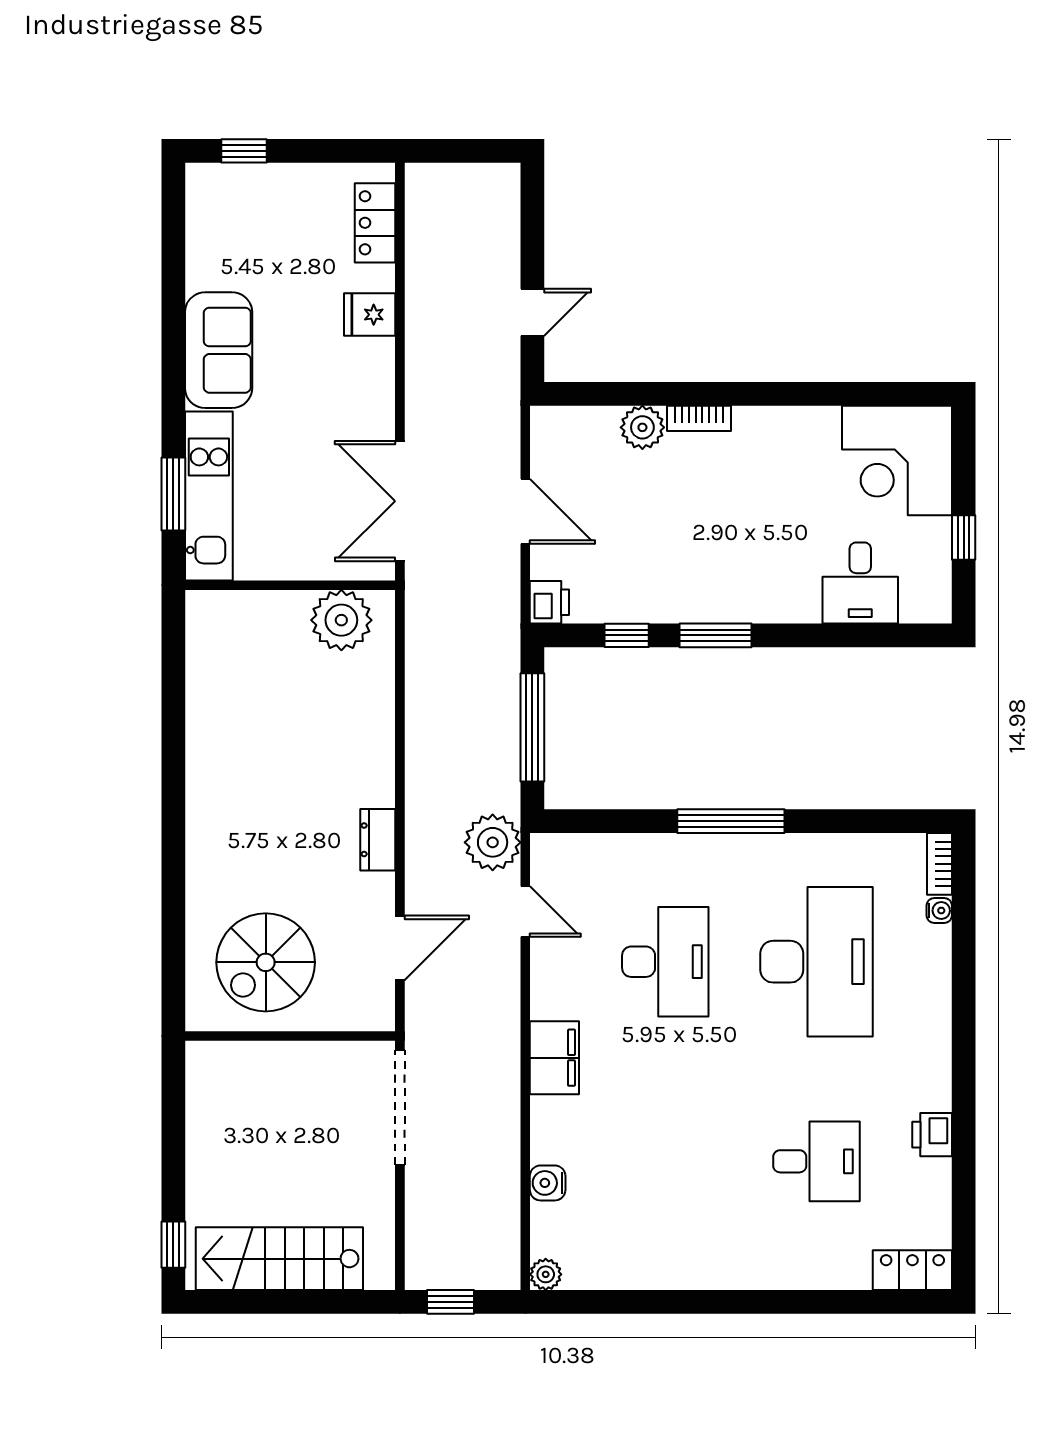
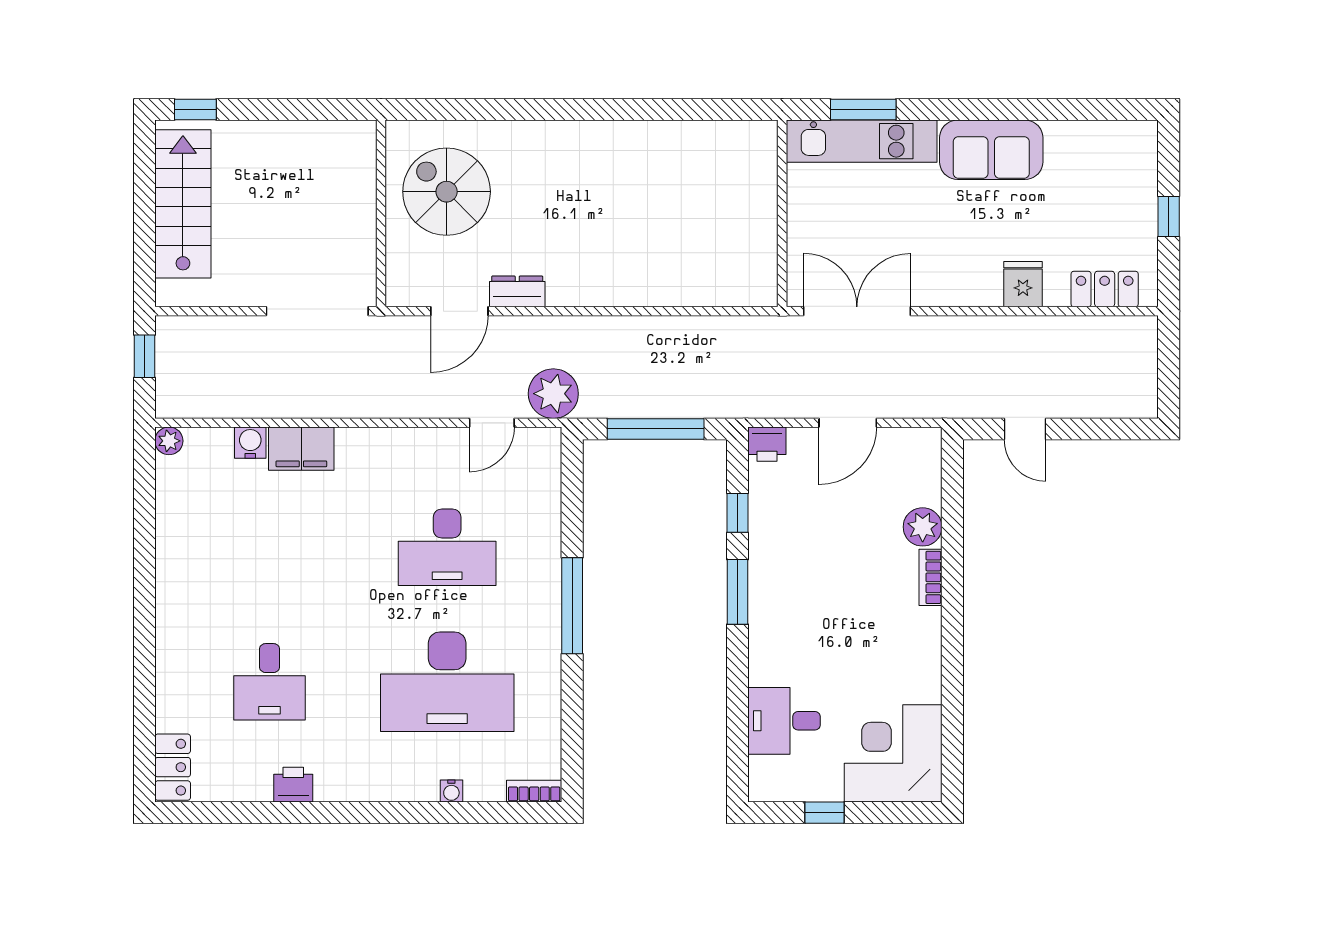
window: (244, 151) -> (1169, 217), moved
plant: (341, 620) -> (751, 259), removed
dresser: (378, 840) -> (517, 291), moved
water cooler: (939, 911) -> (451, 791), moved
door: (400, 948) -> (459, 311), hinge flipped
filing cabinet: (554, 1058) -> (301, 449), moved

